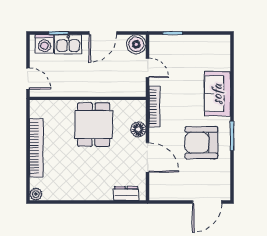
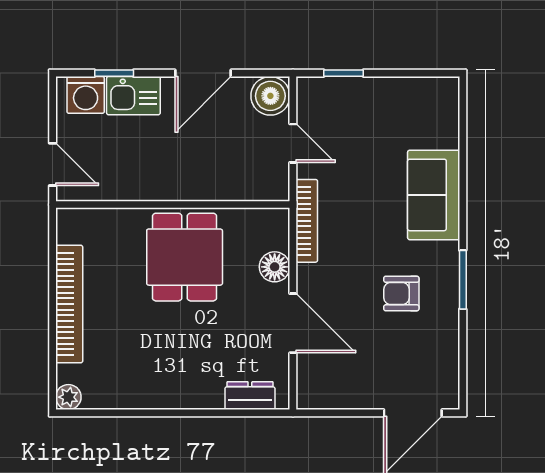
armchair: (201, 143) -> (401, 294), width x0.53, depth x0.53

